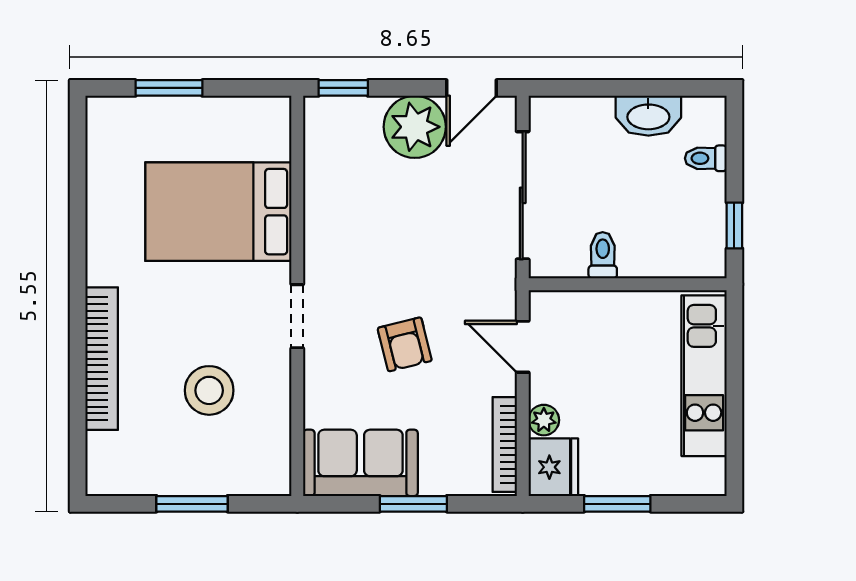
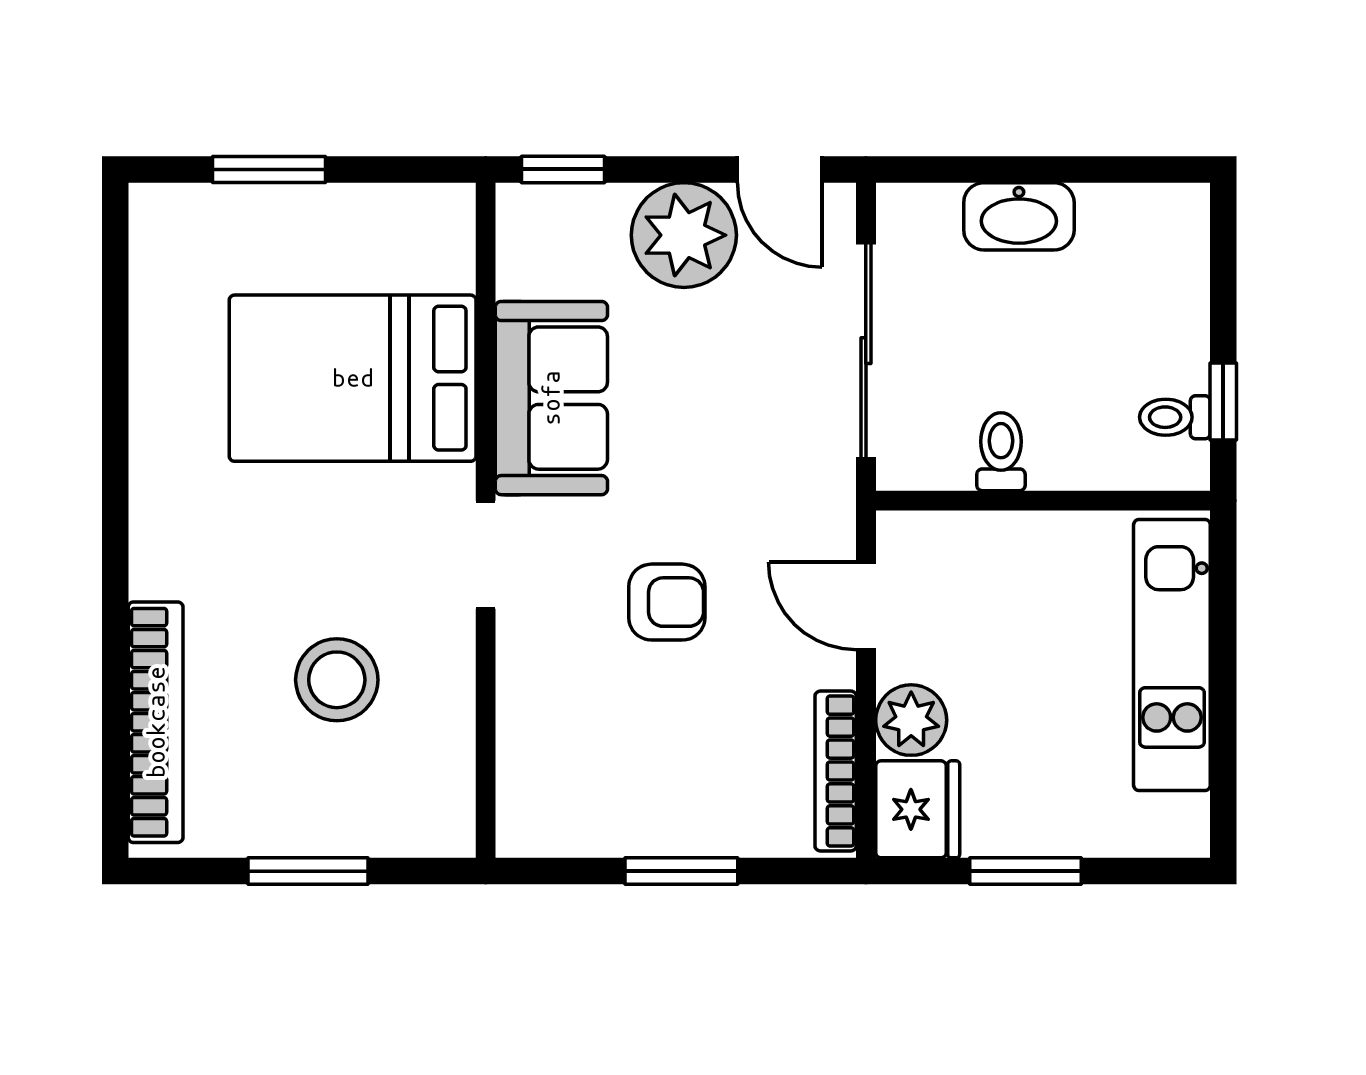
door: (471, 88) -> (780, 169), hinge flipped
washbasin: (648, 116) -> (1019, 216), moved
toilet: (706, 158) -> (1175, 417), moved
armchair: (405, 344) -> (667, 602), turned -76
bookcase: (102, 359) -> (156, 722), moved
plant: (544, 420) -> (911, 720), width x1.38, depth x1.38
sofa: (360, 463) -> (551, 398), moved, turned 90

